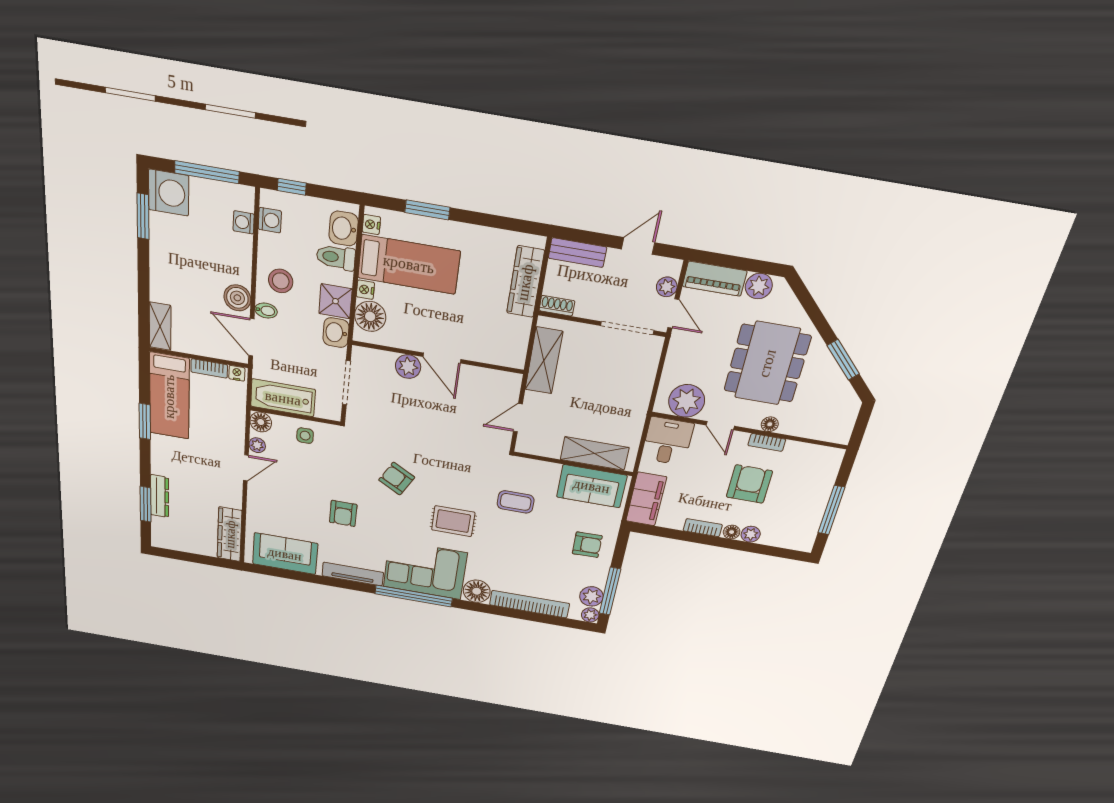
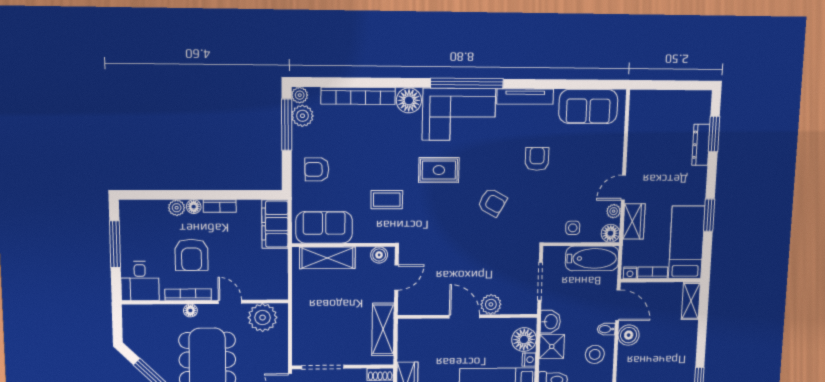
desk: (668, 441) -> (140, 281), moved
bookcase: (767, 442) -> (188, 295), width x1.56
boiler: (534, 446) -> (379, 255), added
wardrobe: (230, 534) -> (634, 222), moved, width x0.67

